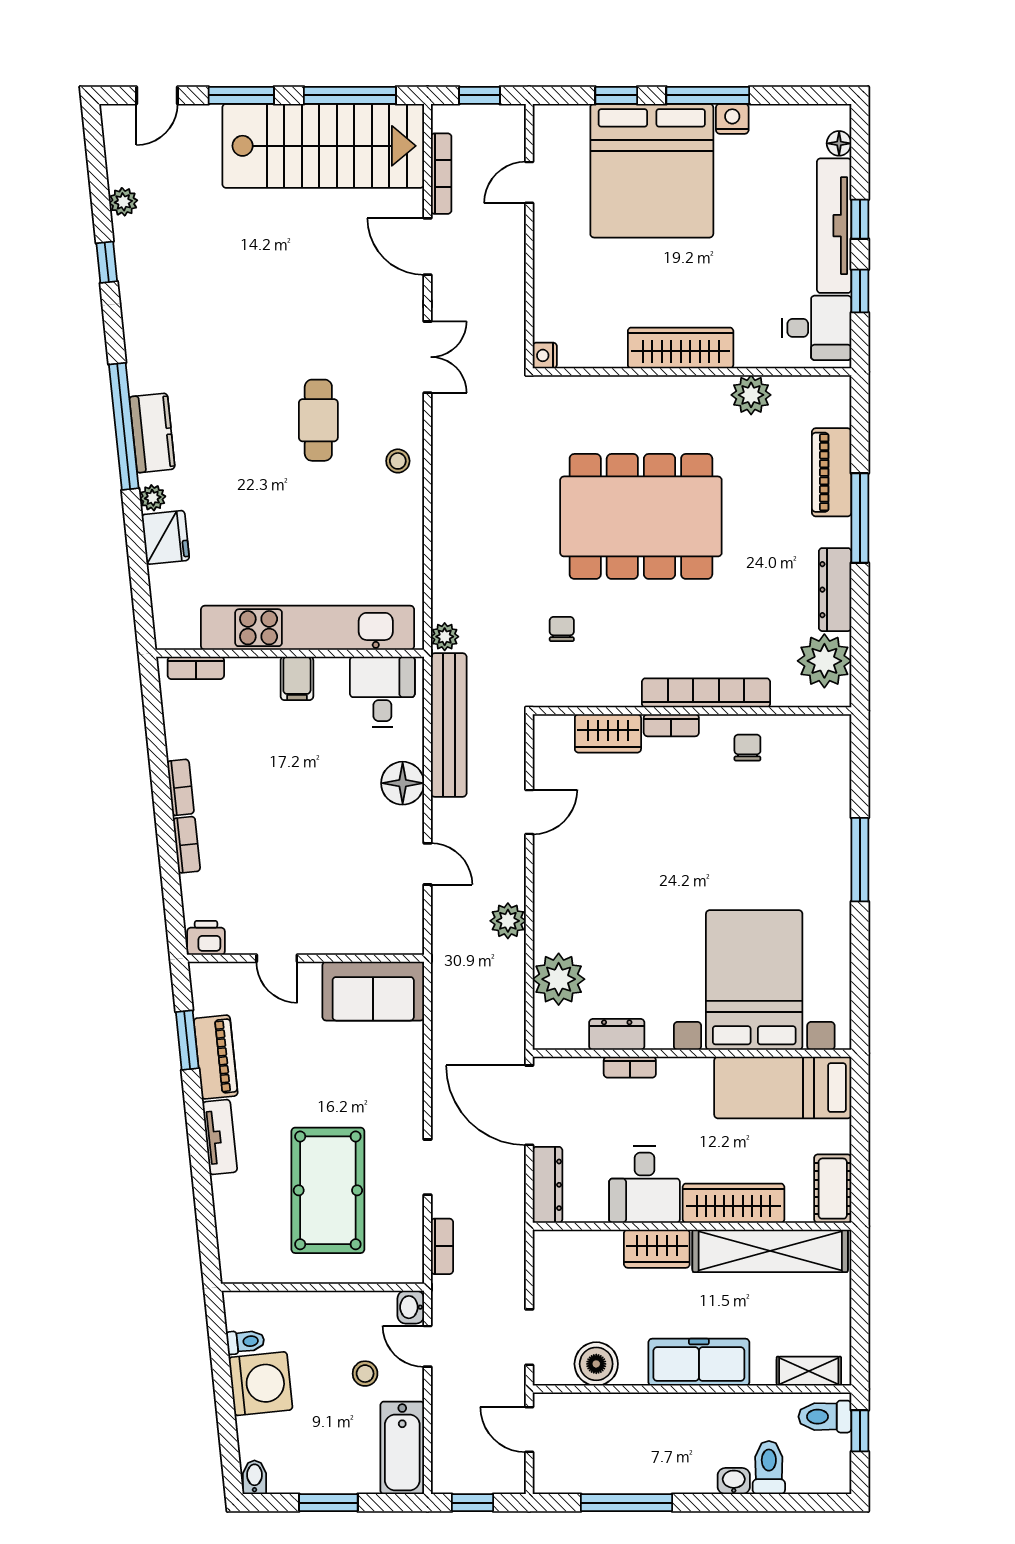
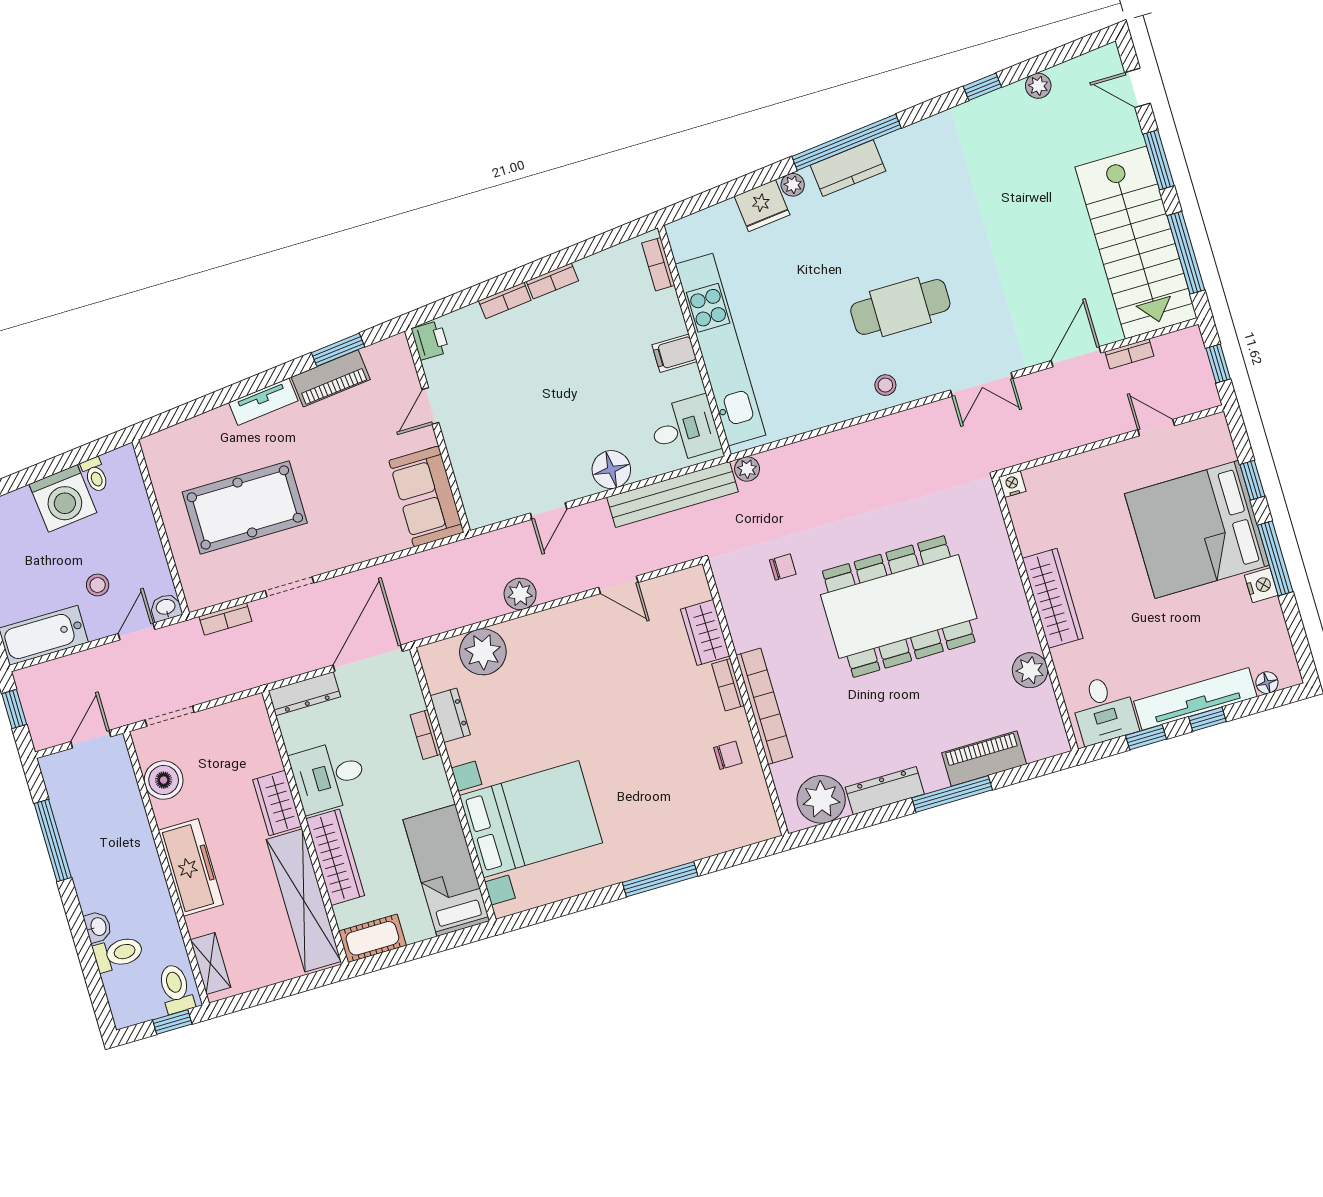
bookcase: (441, 174) -> (1129, 354), width x0.64
cafe table: (318, 420) -> (900, 307), width x1.37, depth x1.35
dining table: (641, 516) -> (899, 607), turned 90

